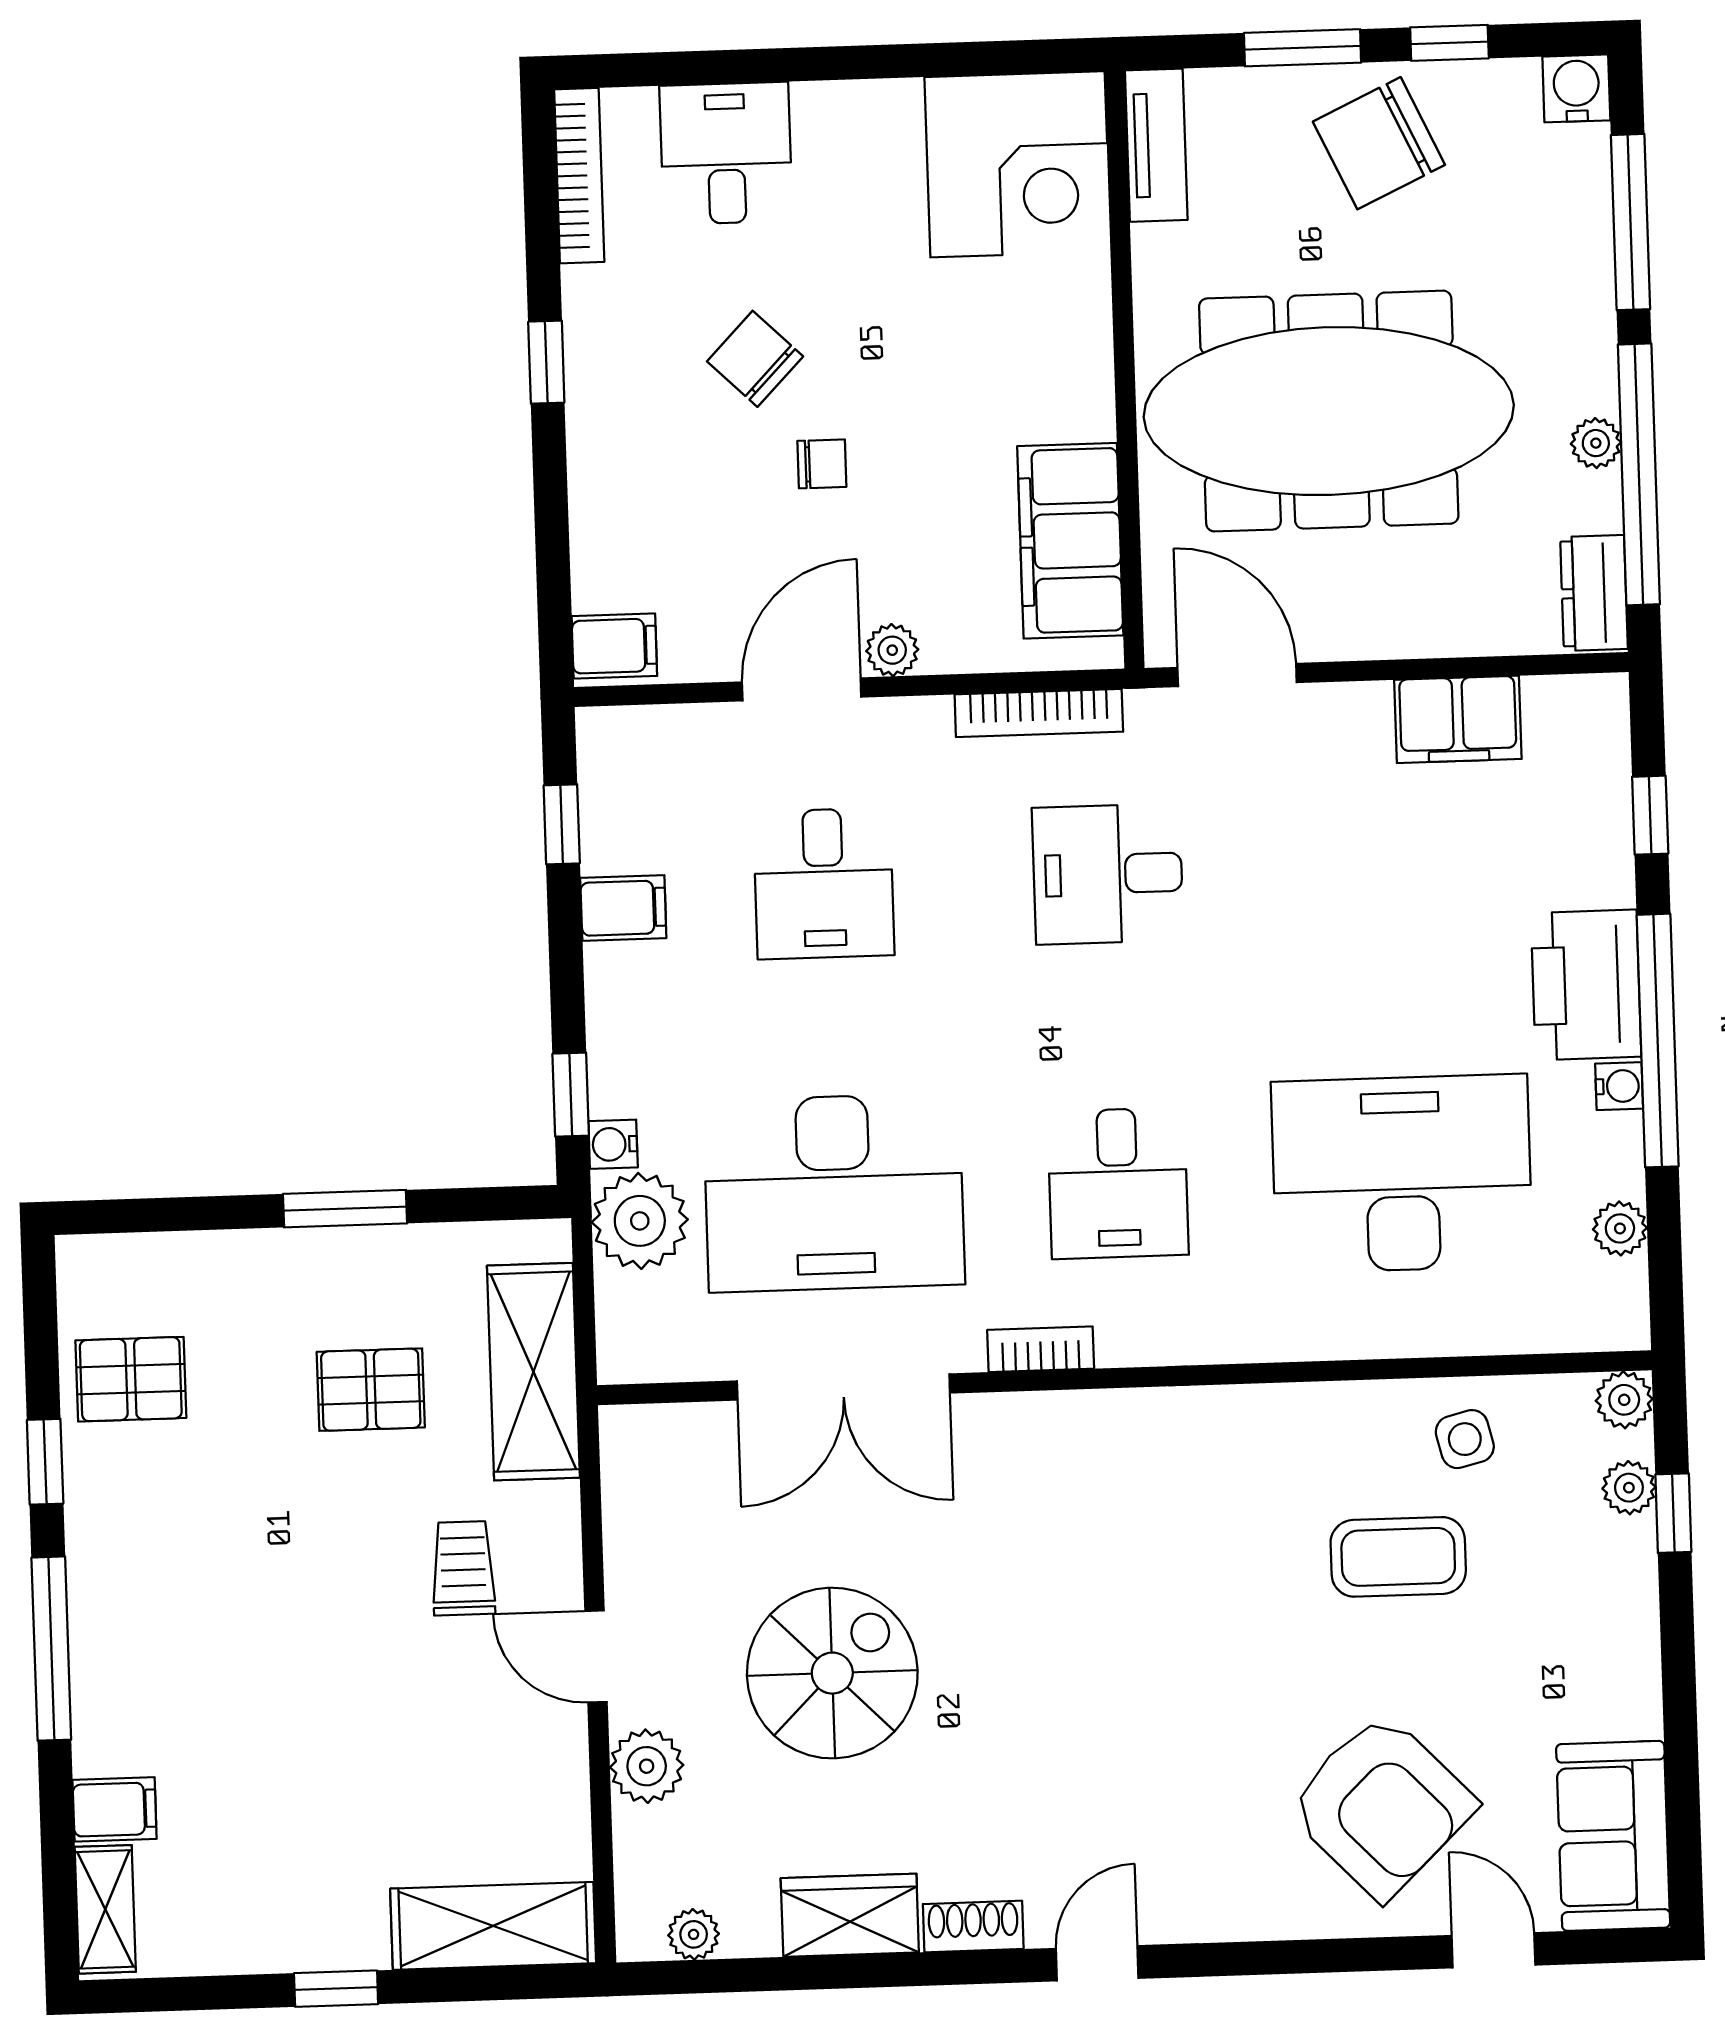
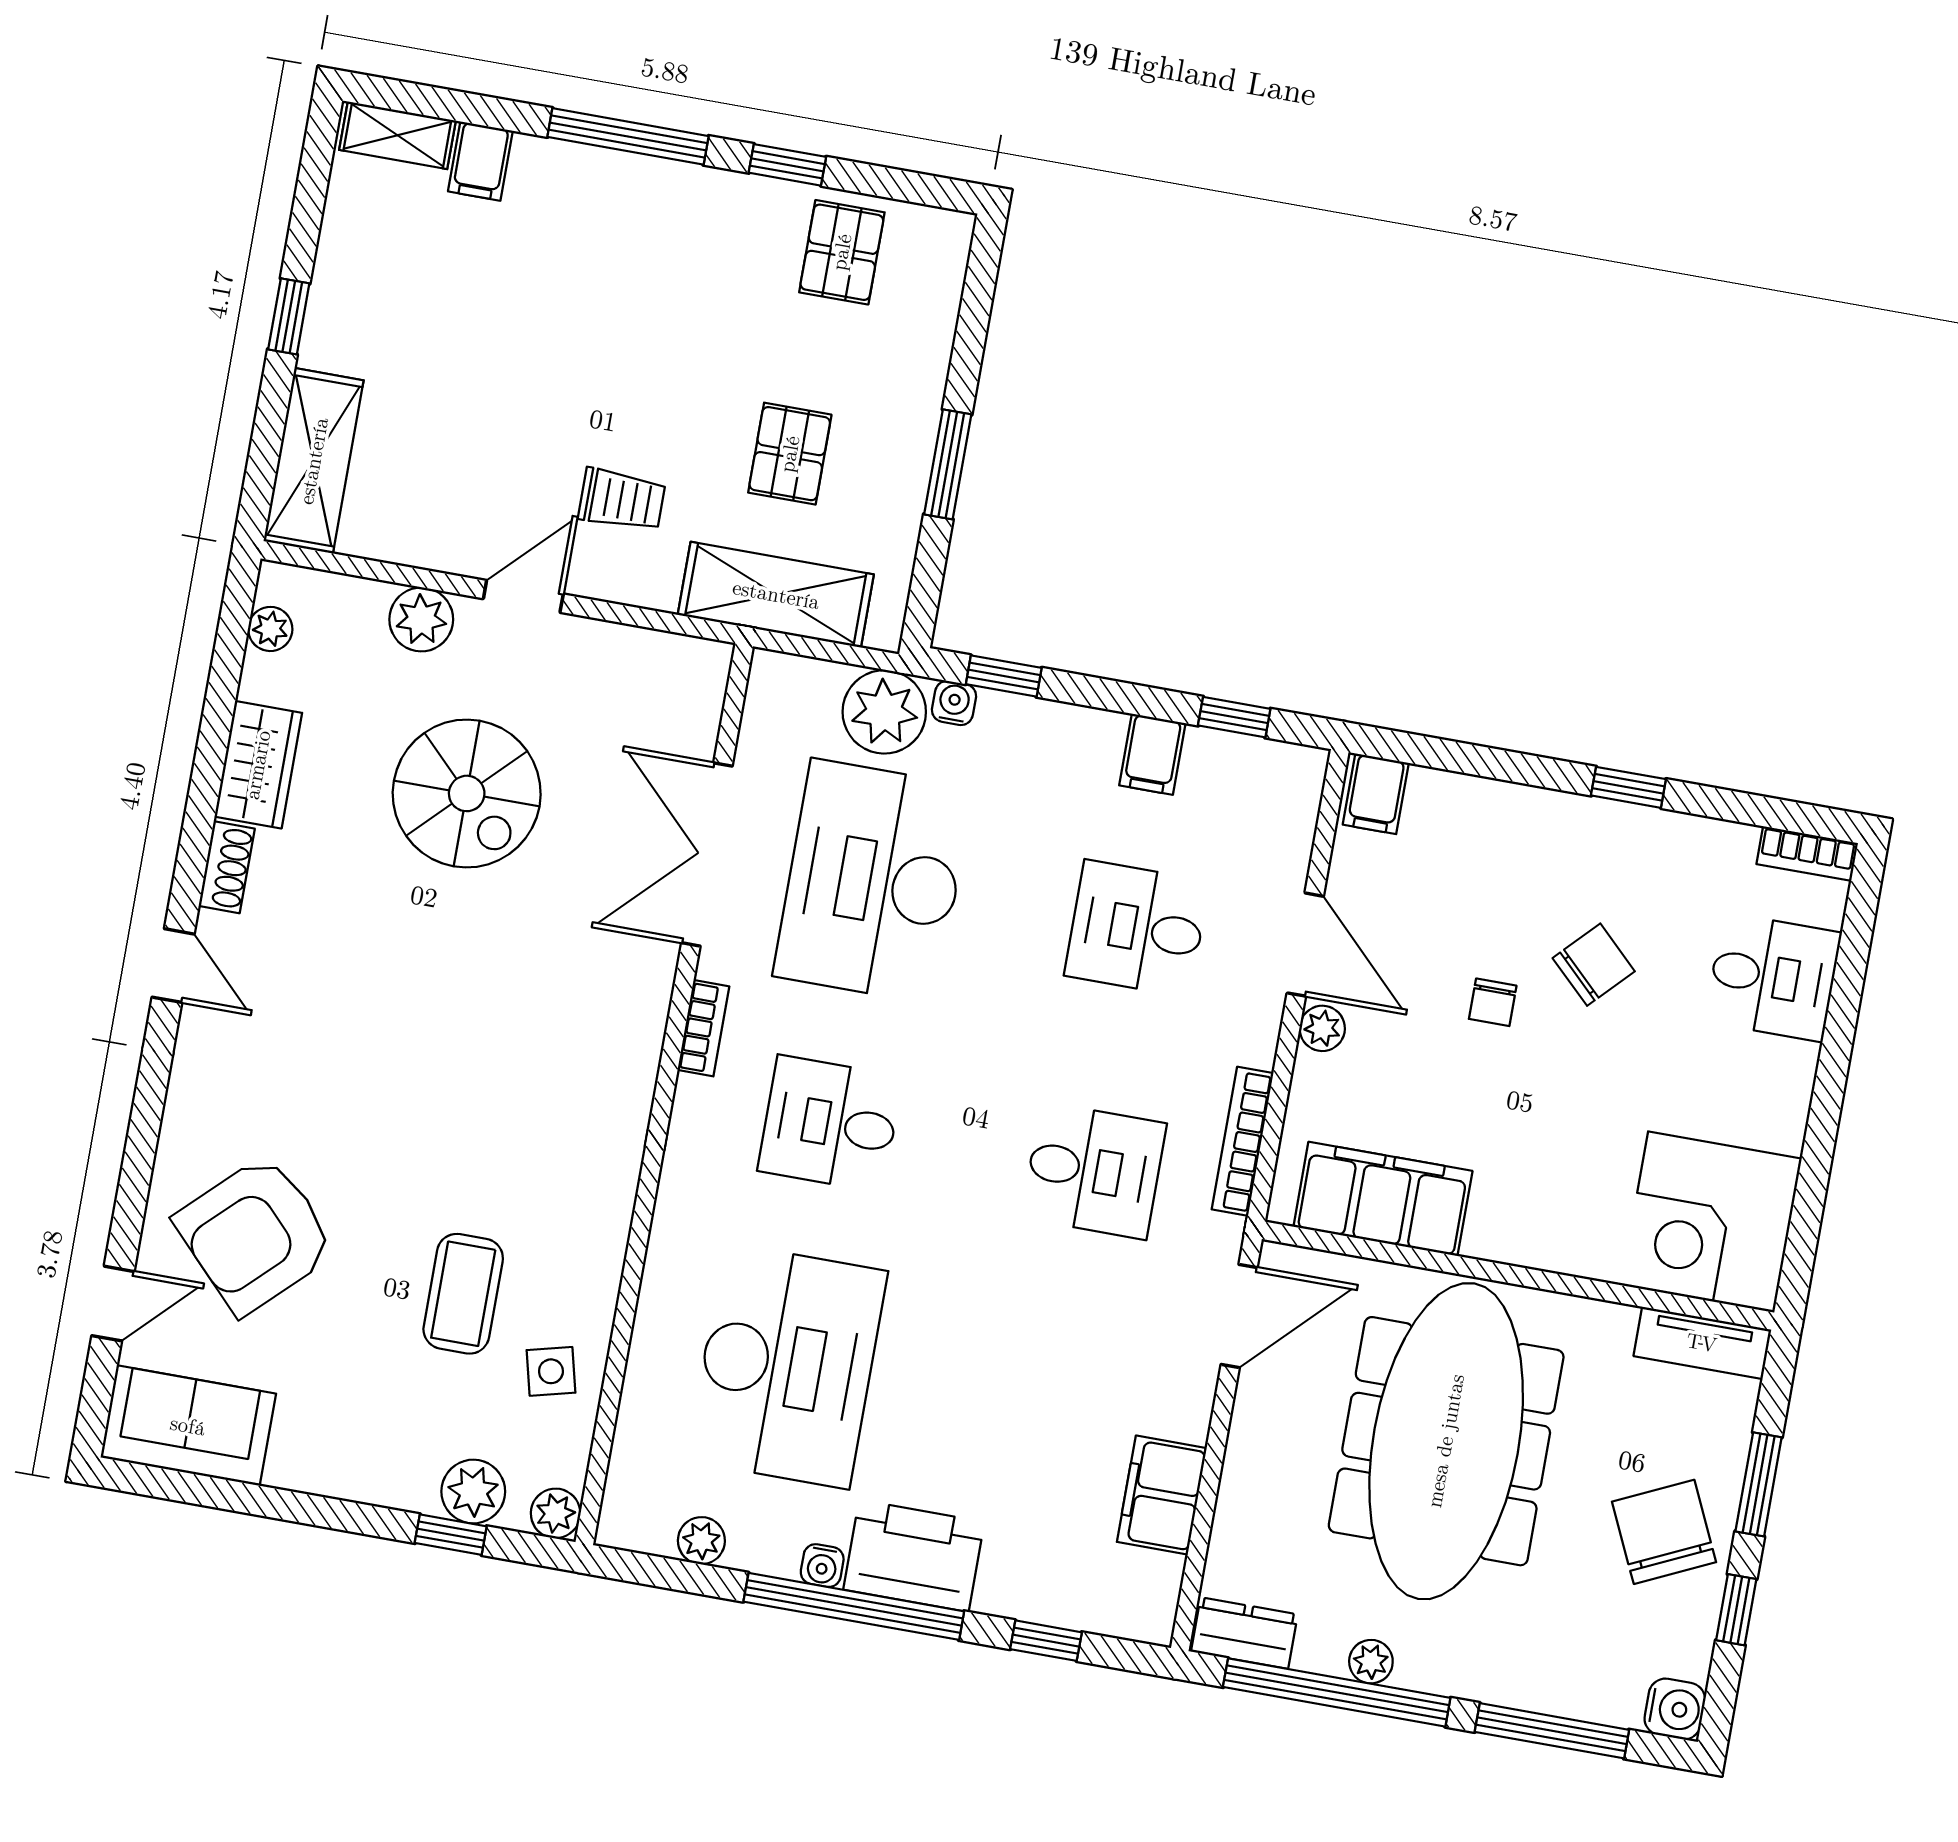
bookcase: (579, 176) -> (1807, 854), width x0.64
desk: (1108, 874) -> (1094, 1171), turned 90
plant: (1629, 1488) -> (473, 1492), width x1.38, depth x1.38

